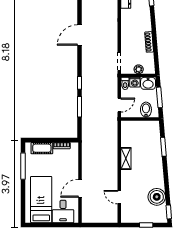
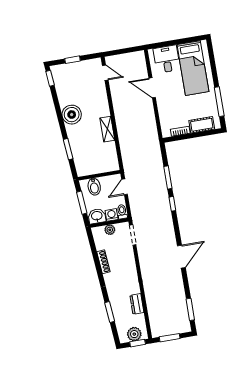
door: (80, 188) -> (152, 88), swing flipped
door: (119, 197) -> (105, 73), moved
boiler: (157, 197) -> (72, 115), moved

